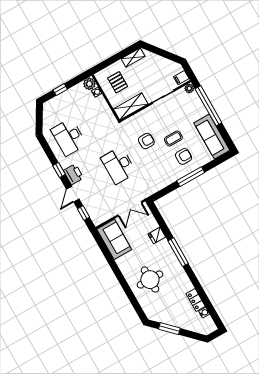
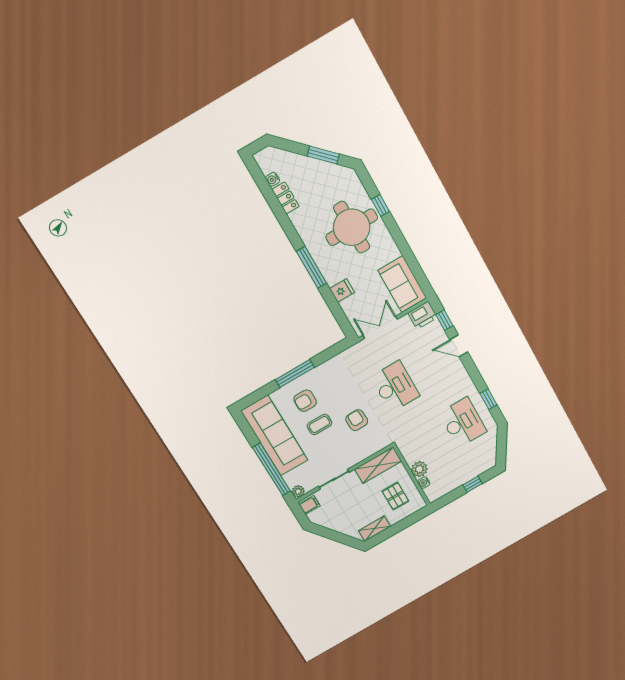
plant: (89, 84) -> (419, 469), moved
sofa: (212, 137) -> (274, 436), width x1.36, depth x1.27
armchair: (146, 141) -> (357, 420), turned 88
window: (59, 170) -> (488, 399), moved
printer: (73, 174) -> (423, 315), moved, turned -90
door: (73, 194) -> (459, 346), swing flipped
round table: (150, 280) -> (352, 227), width x1.36, depth x1.36
window: (130, 294) -> (380, 205), added

